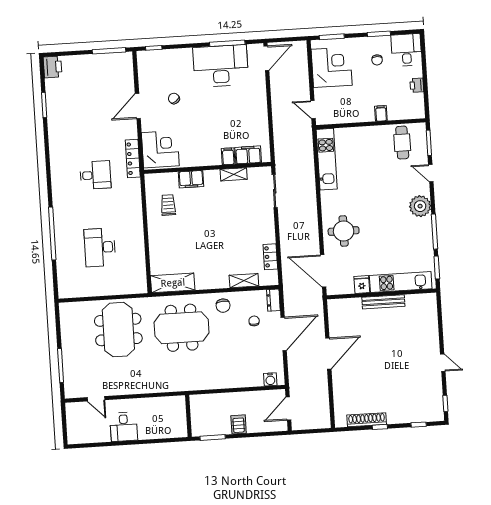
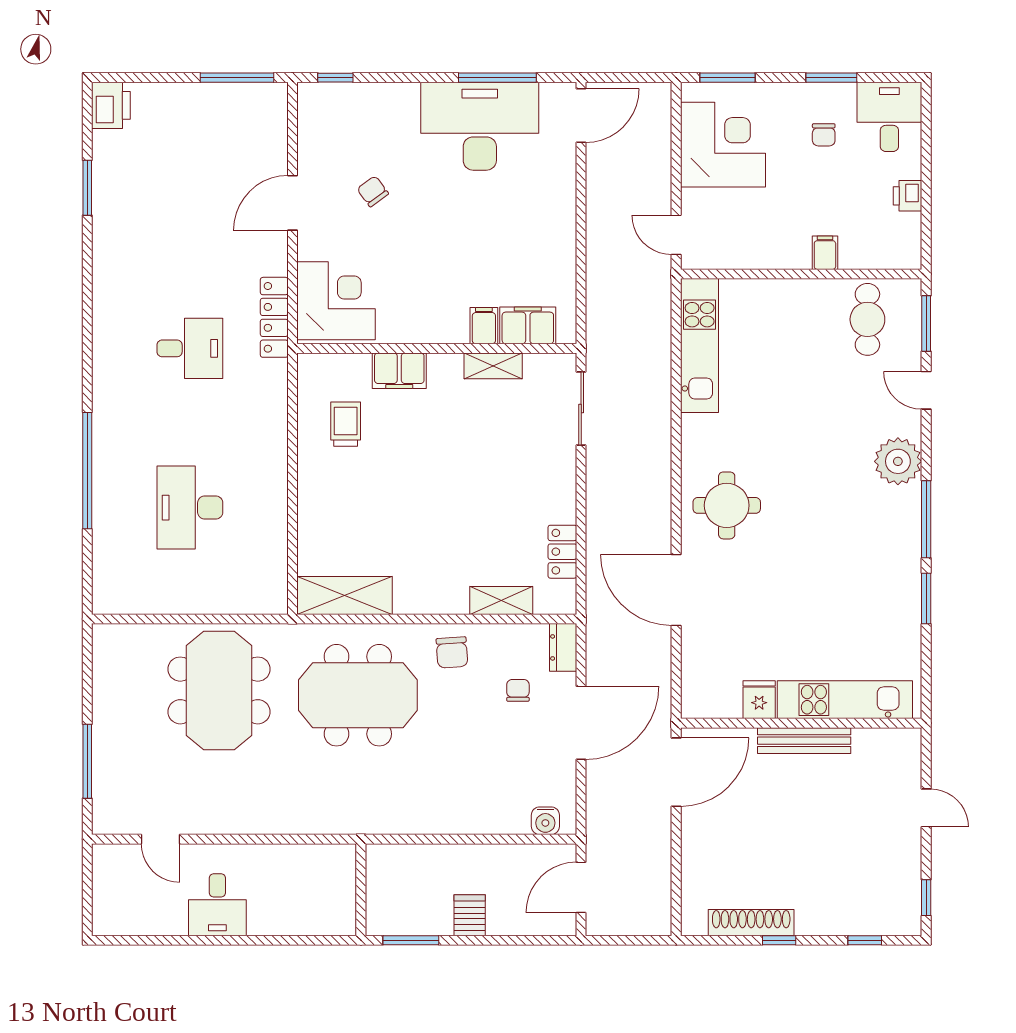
kitchen unit: (401, 282) -> (845, 700), moved
fridge: (362, 285) -> (759, 700), moved
wall: (381, 294) -> (801, 723), moved
bench: (383, 302) -> (804, 741), moved

